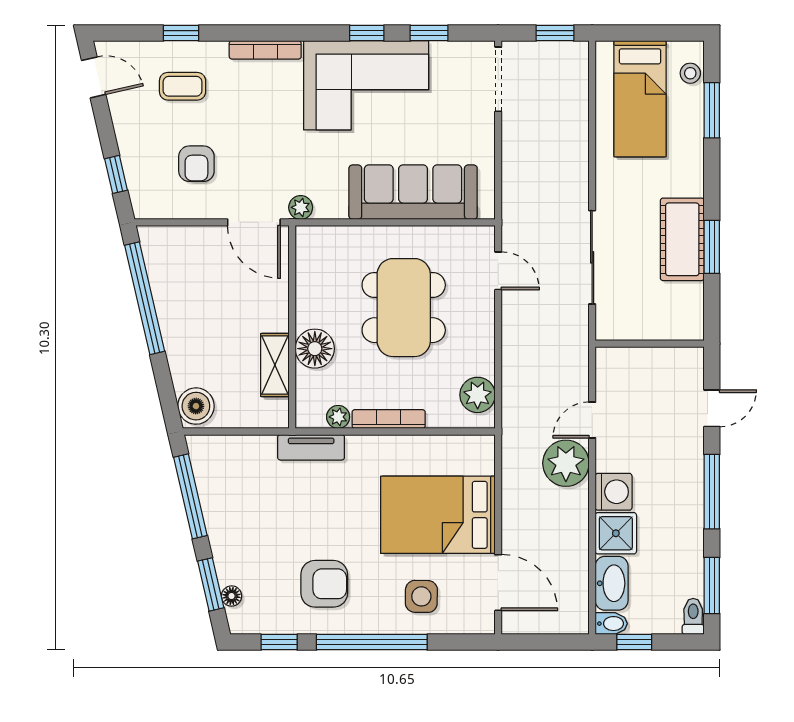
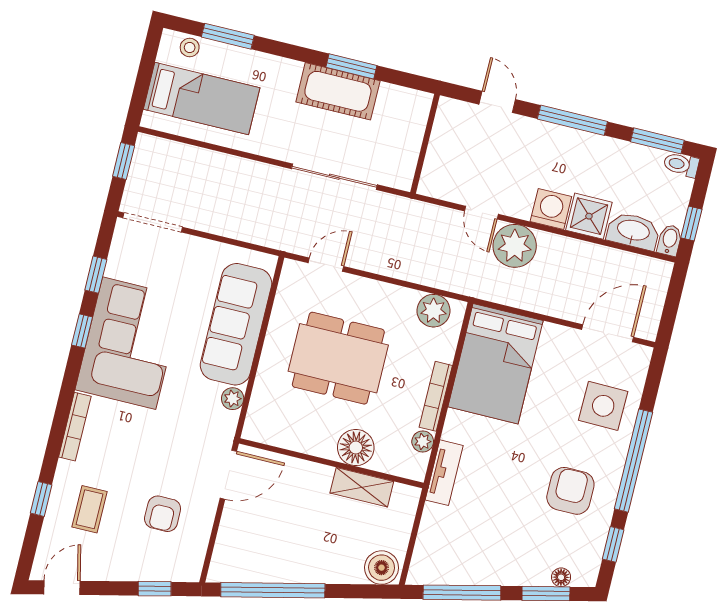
armchair: (196, 164) -> (163, 514), turned 90
plant: (301, 207) -> (233, 399), moved
bed: (438, 515) -> (495, 364), moved
side table: (421, 596) -> (603, 406), width x1.37, depth x1.37

